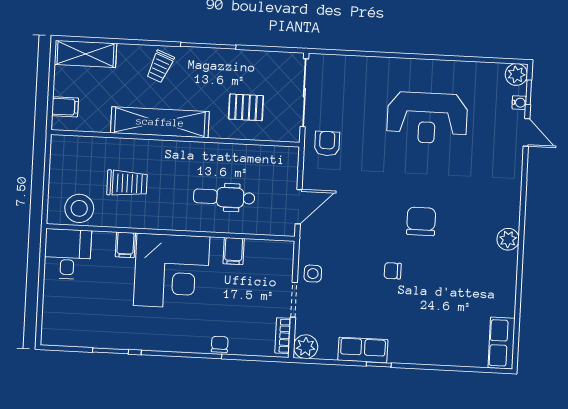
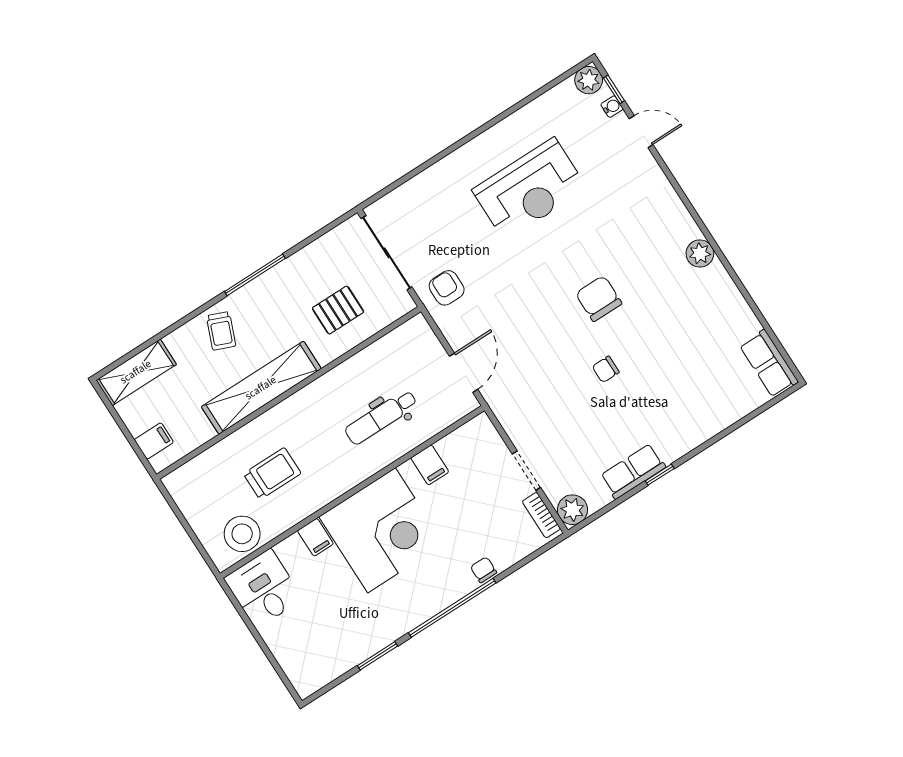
side table: (313, 274) -> (527, 430), removed

